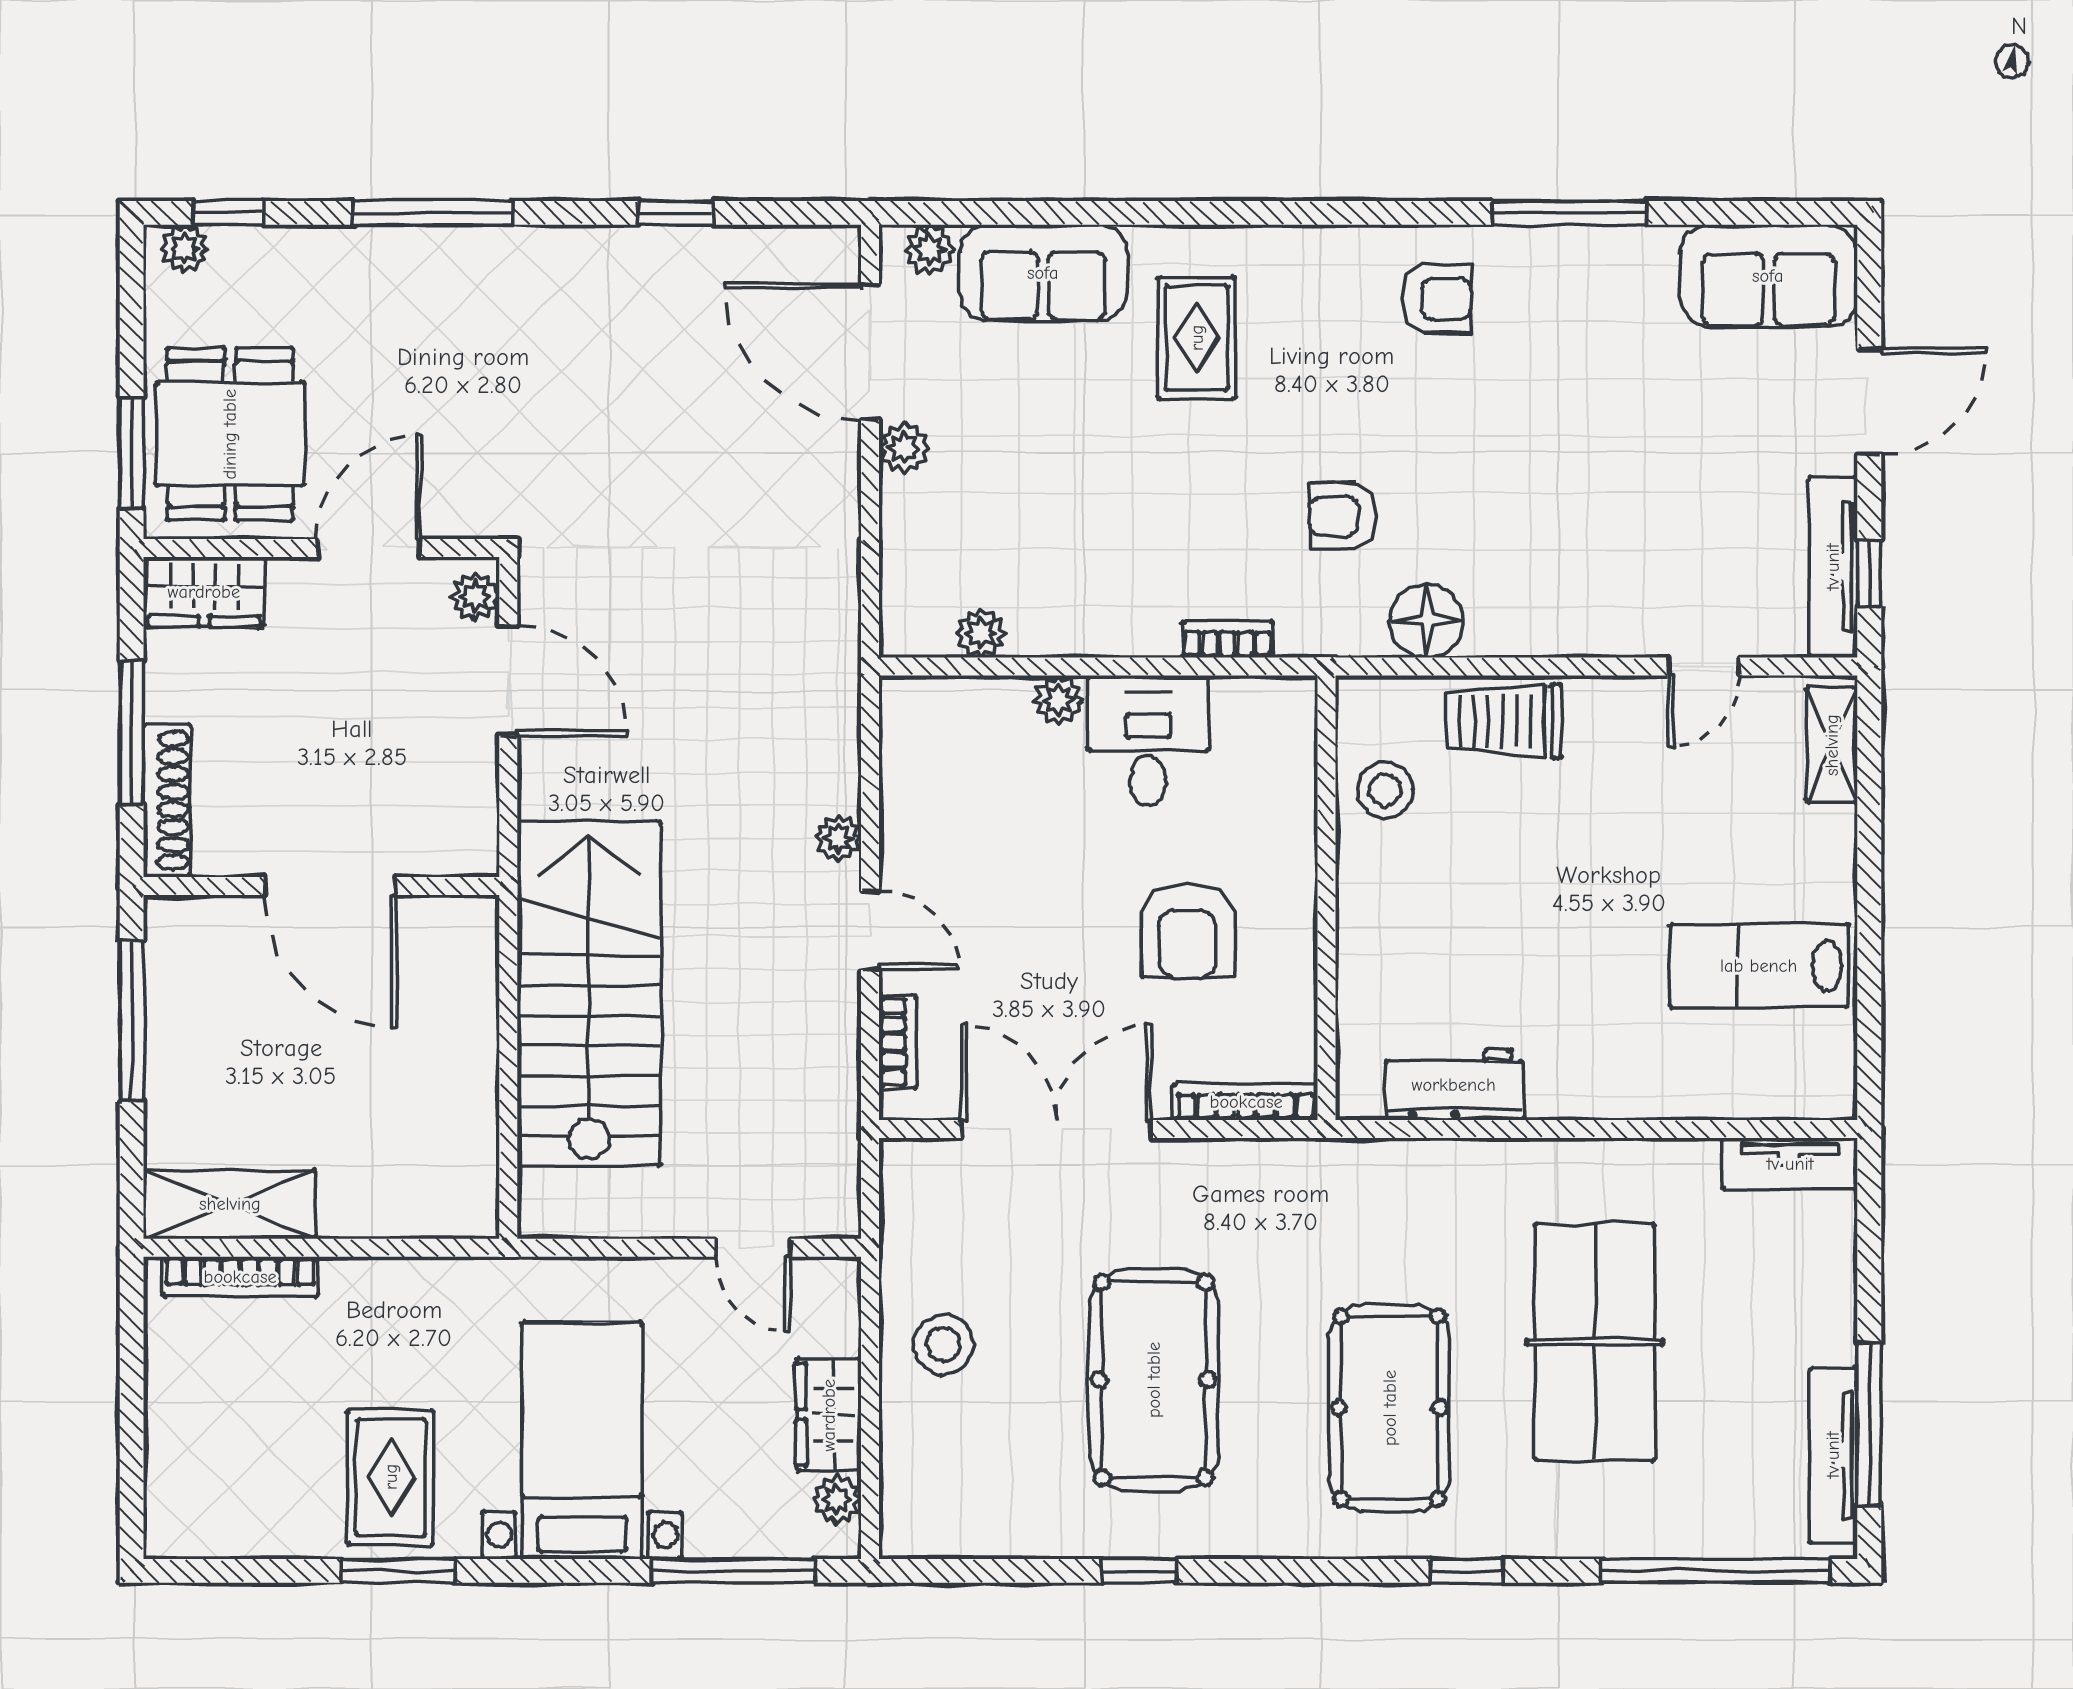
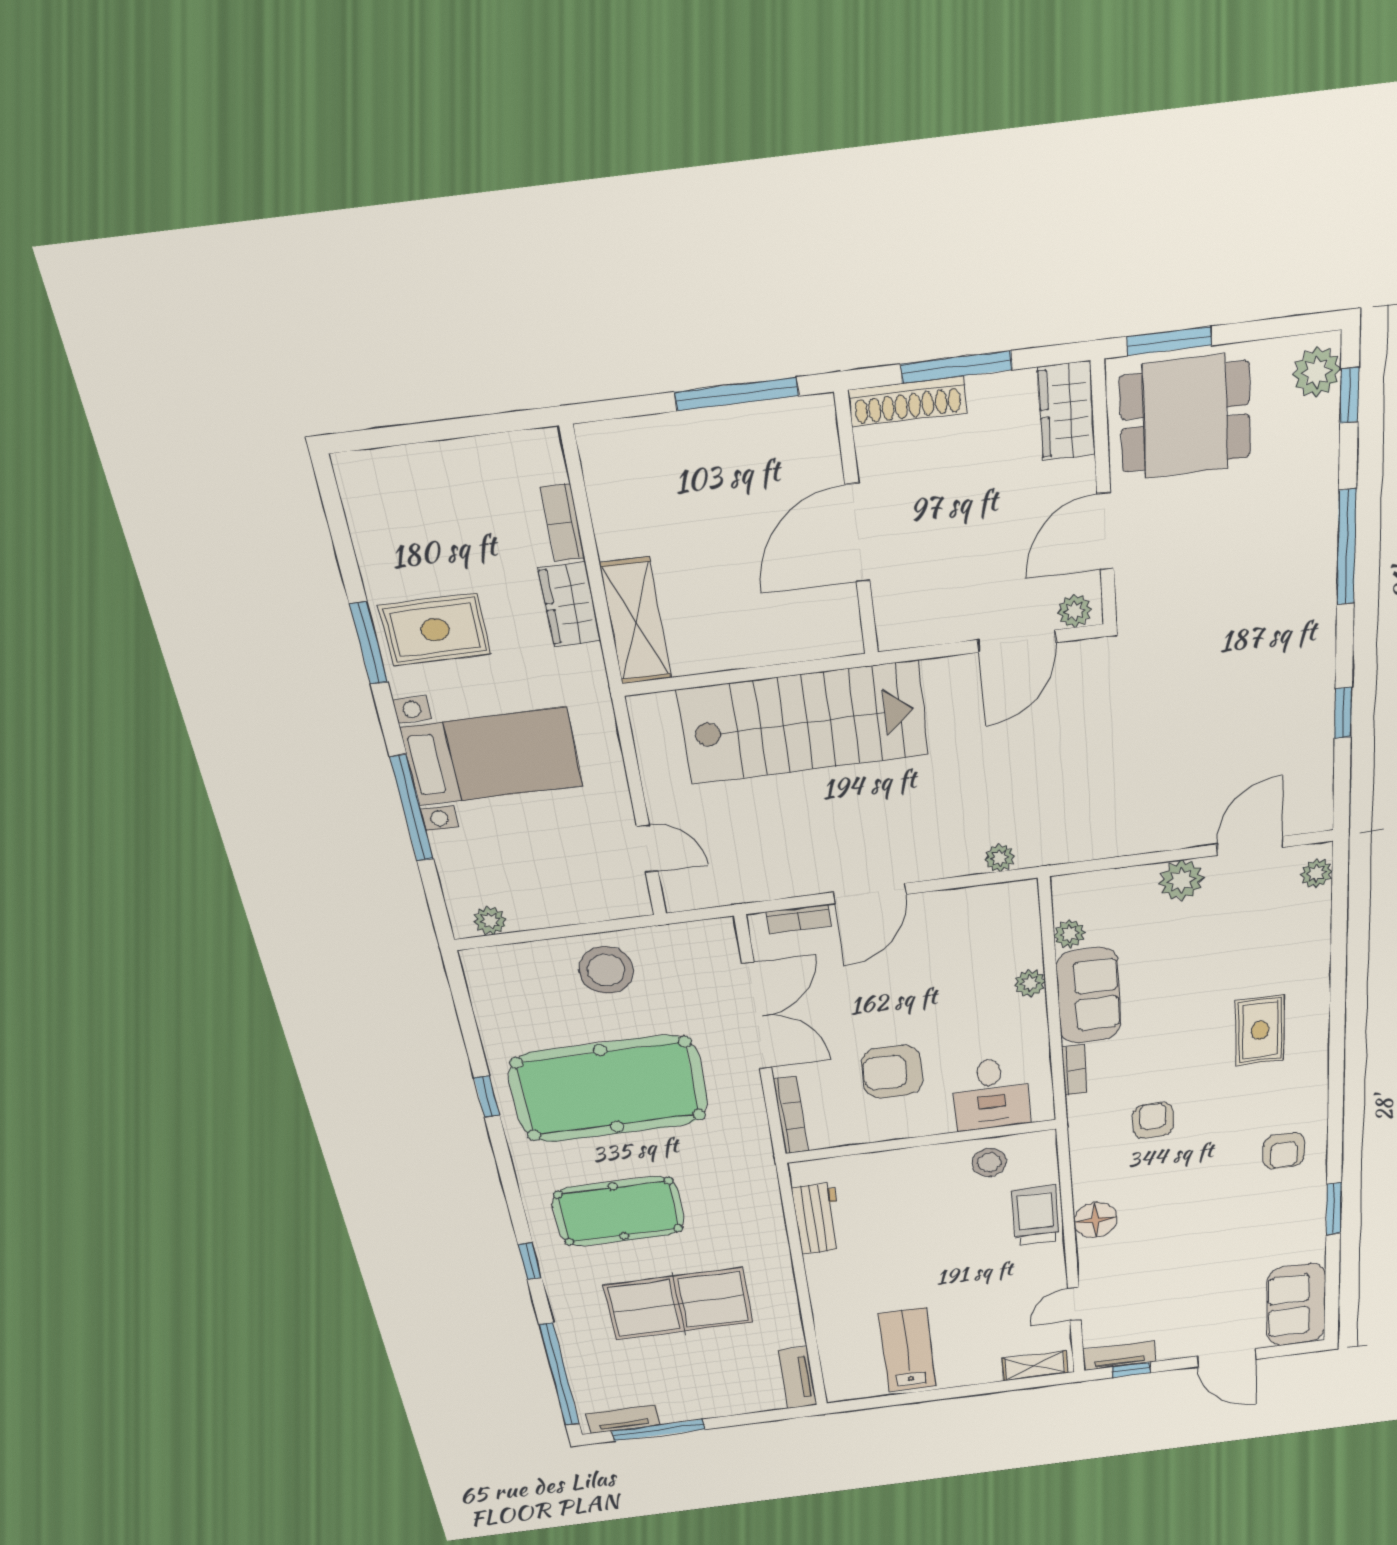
window: (1569, 213) -> (1334, 1209), width x0.69
plant: (184, 248) -> (1317, 372), width x1.38, depth x1.38
sofa: (1043, 273) -> (1089, 996), moved, turned 180
rug: (1197, 338) -> (1260, 1030), turned 90
door: (870, 351) -> (1250, 846), width x0.73
plant: (904, 448) -> (1181, 880), width x1.38, depth x1.38
door: (369, 548) -> (1105, 531), swing flipped
tv unit: (1833, 567) -> (1119, 1356), width x0.71
floor lamp: (1426, 621) -> (1095, 1220), moved
door: (1704, 667) -> (1074, 1304), hinge flipped
desk: (1148, 740) -> (991, 1094), moved, turned 90
plant: (838, 838) -> (1000, 858), moved
door: (870, 931) -> (870, 893), width x1.38
shelving: (230, 1204) -> (636, 621), moved
door: (753, 1248) -> (647, 849), swing flipped
bookcase: (240, 1277) -> (563, 523), width x0.64
stool: (943, 1344) -> (606, 970), width x1.38, depth x1.38
pool table: (1154, 1380) -> (609, 1089), width x1.36, depth x1.32
wardrobe: (829, 1415) -> (570, 605), moved, turned -90
tv unit: (1833, 1455) -> (623, 1419), width x0.71
window: (733, 1571) -> (412, 809), moved

